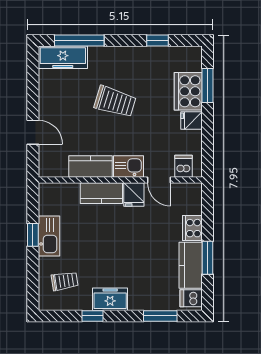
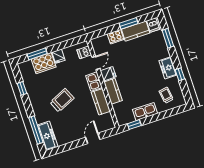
trolley: (115, 102) -> (62, 100), turned 49
window: (33, 235) -> (134, 125), moved

